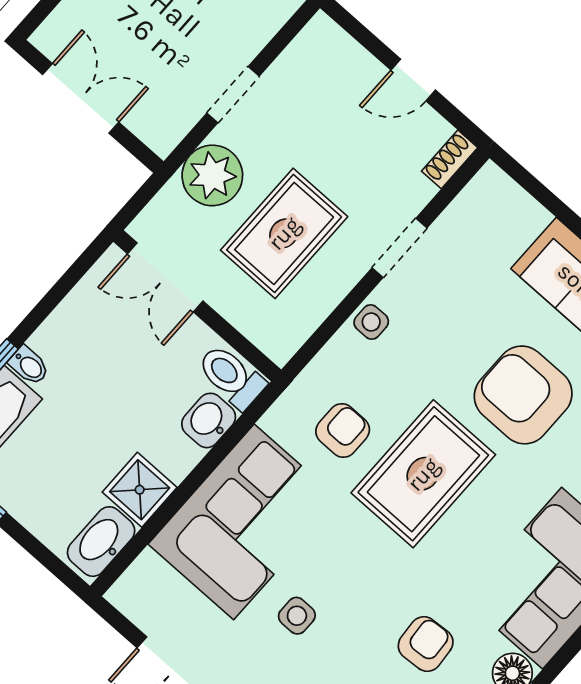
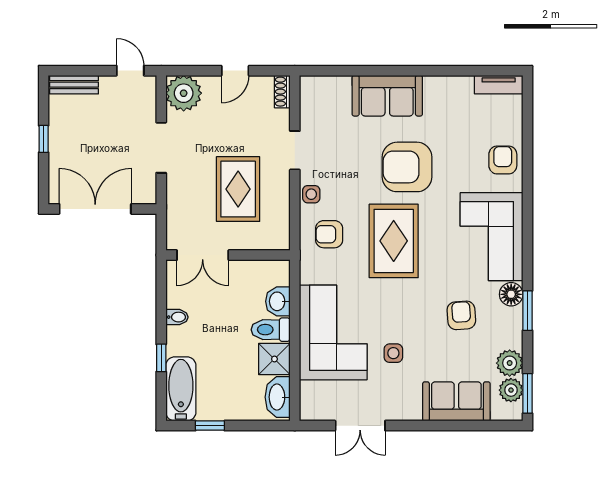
doorway: (233, 95) -> (161, 148), width x1.38
double door: (81, 98) -> (95, 209), width x1.37
plant: (212, 175) -> (184, 93), moved
bidet: (29, 366) -> (177, 317), moved
toilet: (231, 377) -> (271, 330), moved
armchair: (343, 431) -> (329, 234), moved, turned -90

